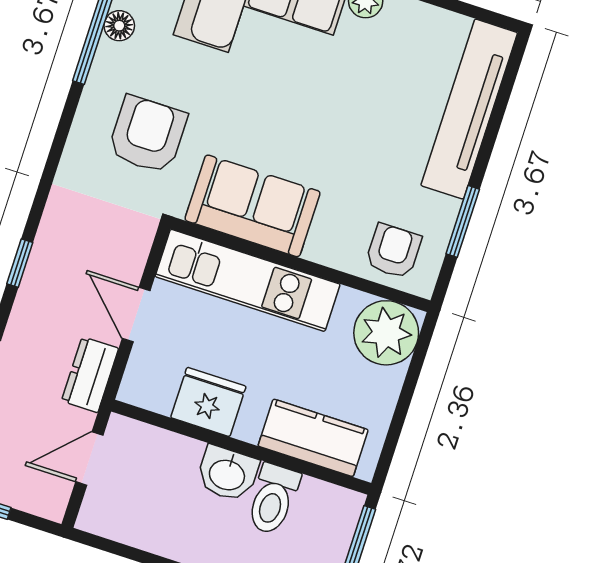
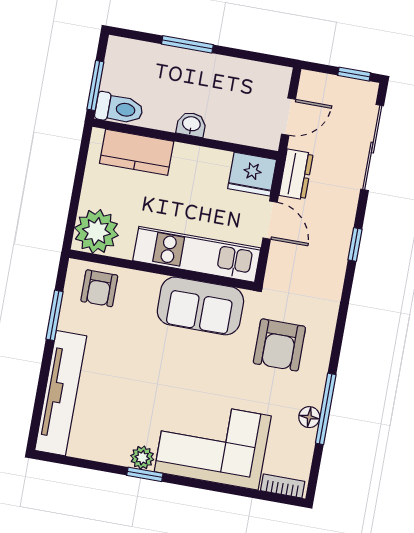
fridge: (208, 402) -> (252, 174), moved
washbasin: (227, 474) -> (191, 124), width x0.72, depth x0.69
toilet: (273, 499) -> (119, 109), moved, turned 90

